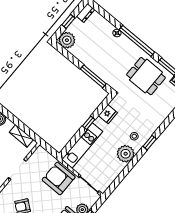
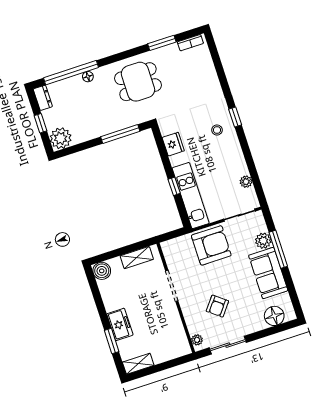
window: (137, 41) -> (71, 73), moved
dining table: (146, 76) -> (138, 82), moved
window: (89, 123) -> (174, 186), moved
plant: (126, 154) -> (246, 182), moved, width x0.53, depth x0.53
armchair: (59, 178) -> (211, 245), turned 180

